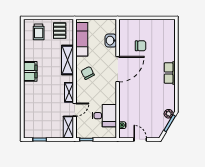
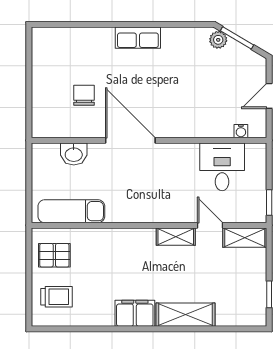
shelving: (67, 60) -> (186, 315), moved
chair: (88, 73) -> (138, 200), removed

